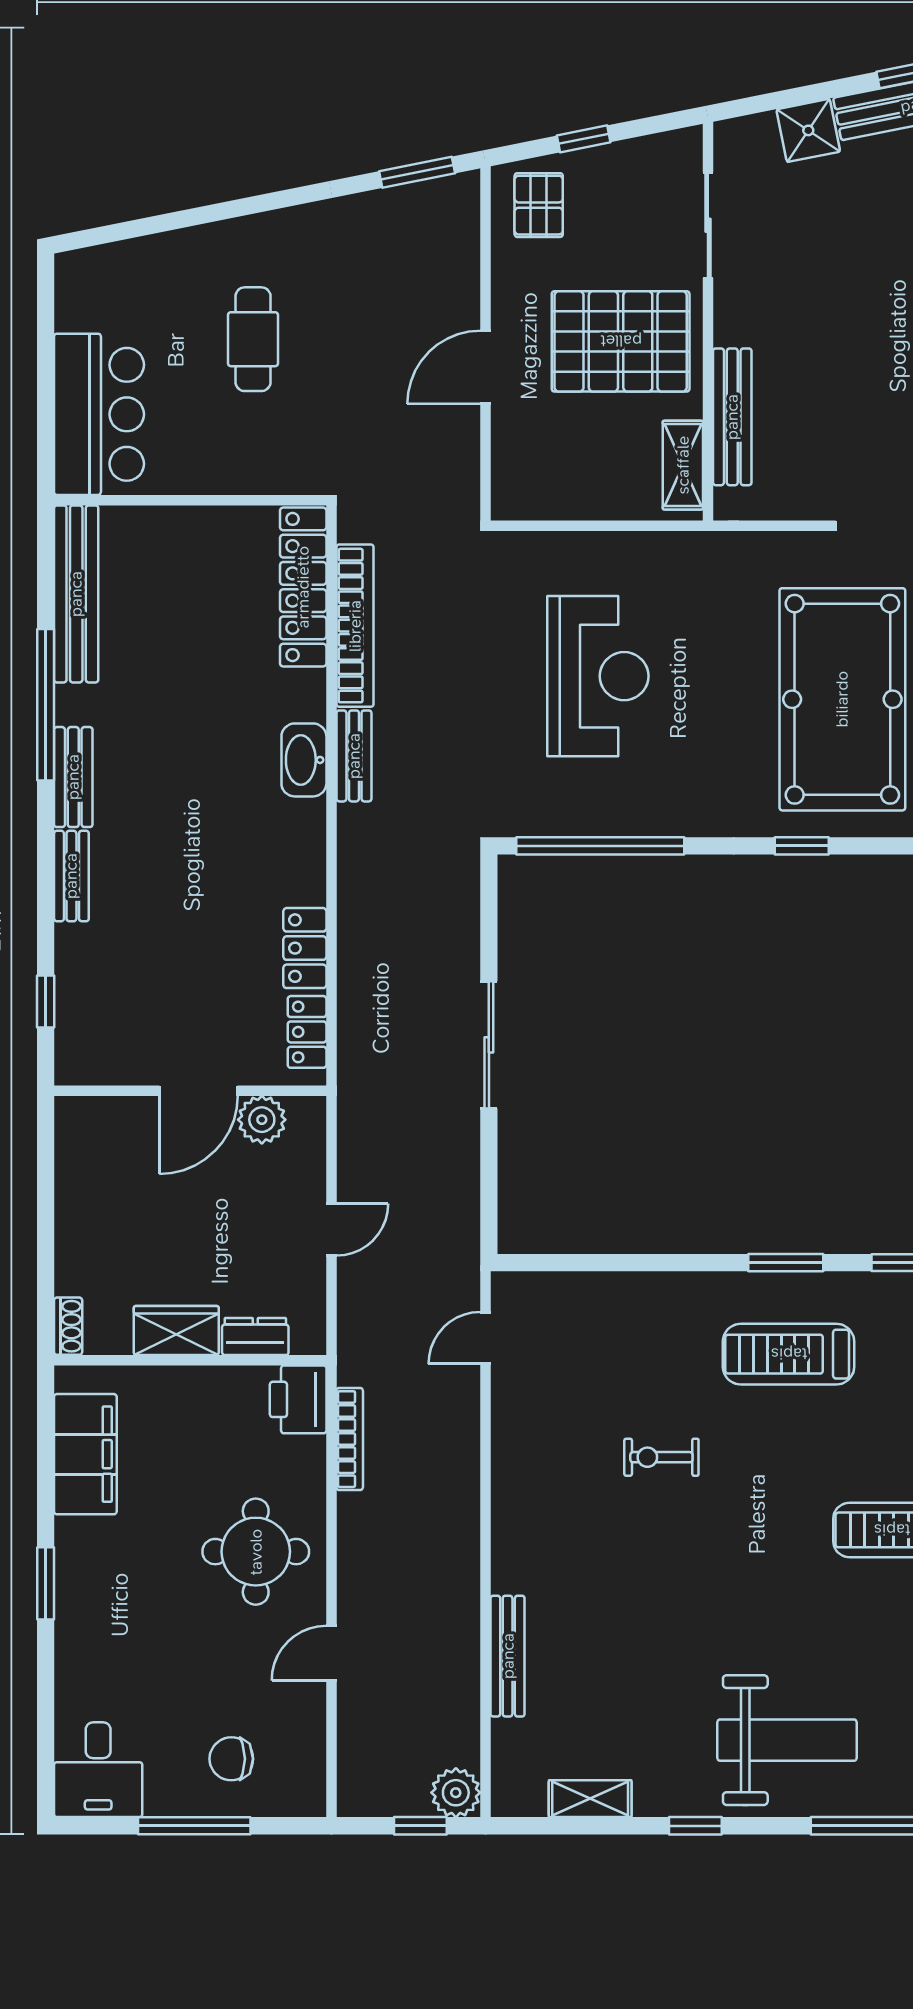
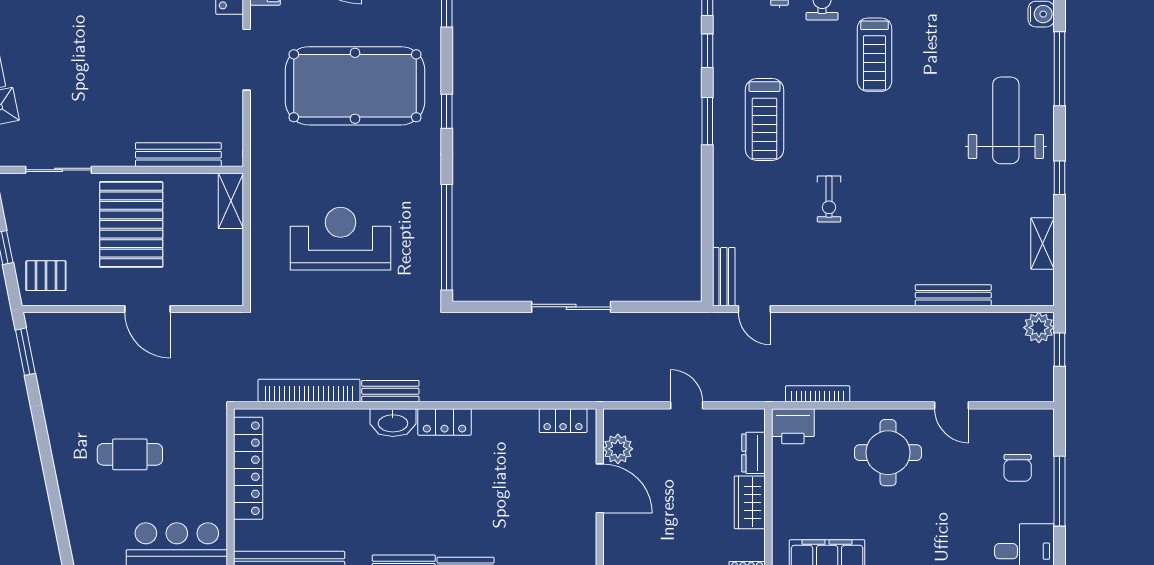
shelving: (683, 465) -> (231, 201), moved, turned 90
locker: (303, 587) -> (248, 468), moved, turned -90
locker: (305, 948) -> (444, 422), moved
bench: (537, 1289) -> (724, 277), added

